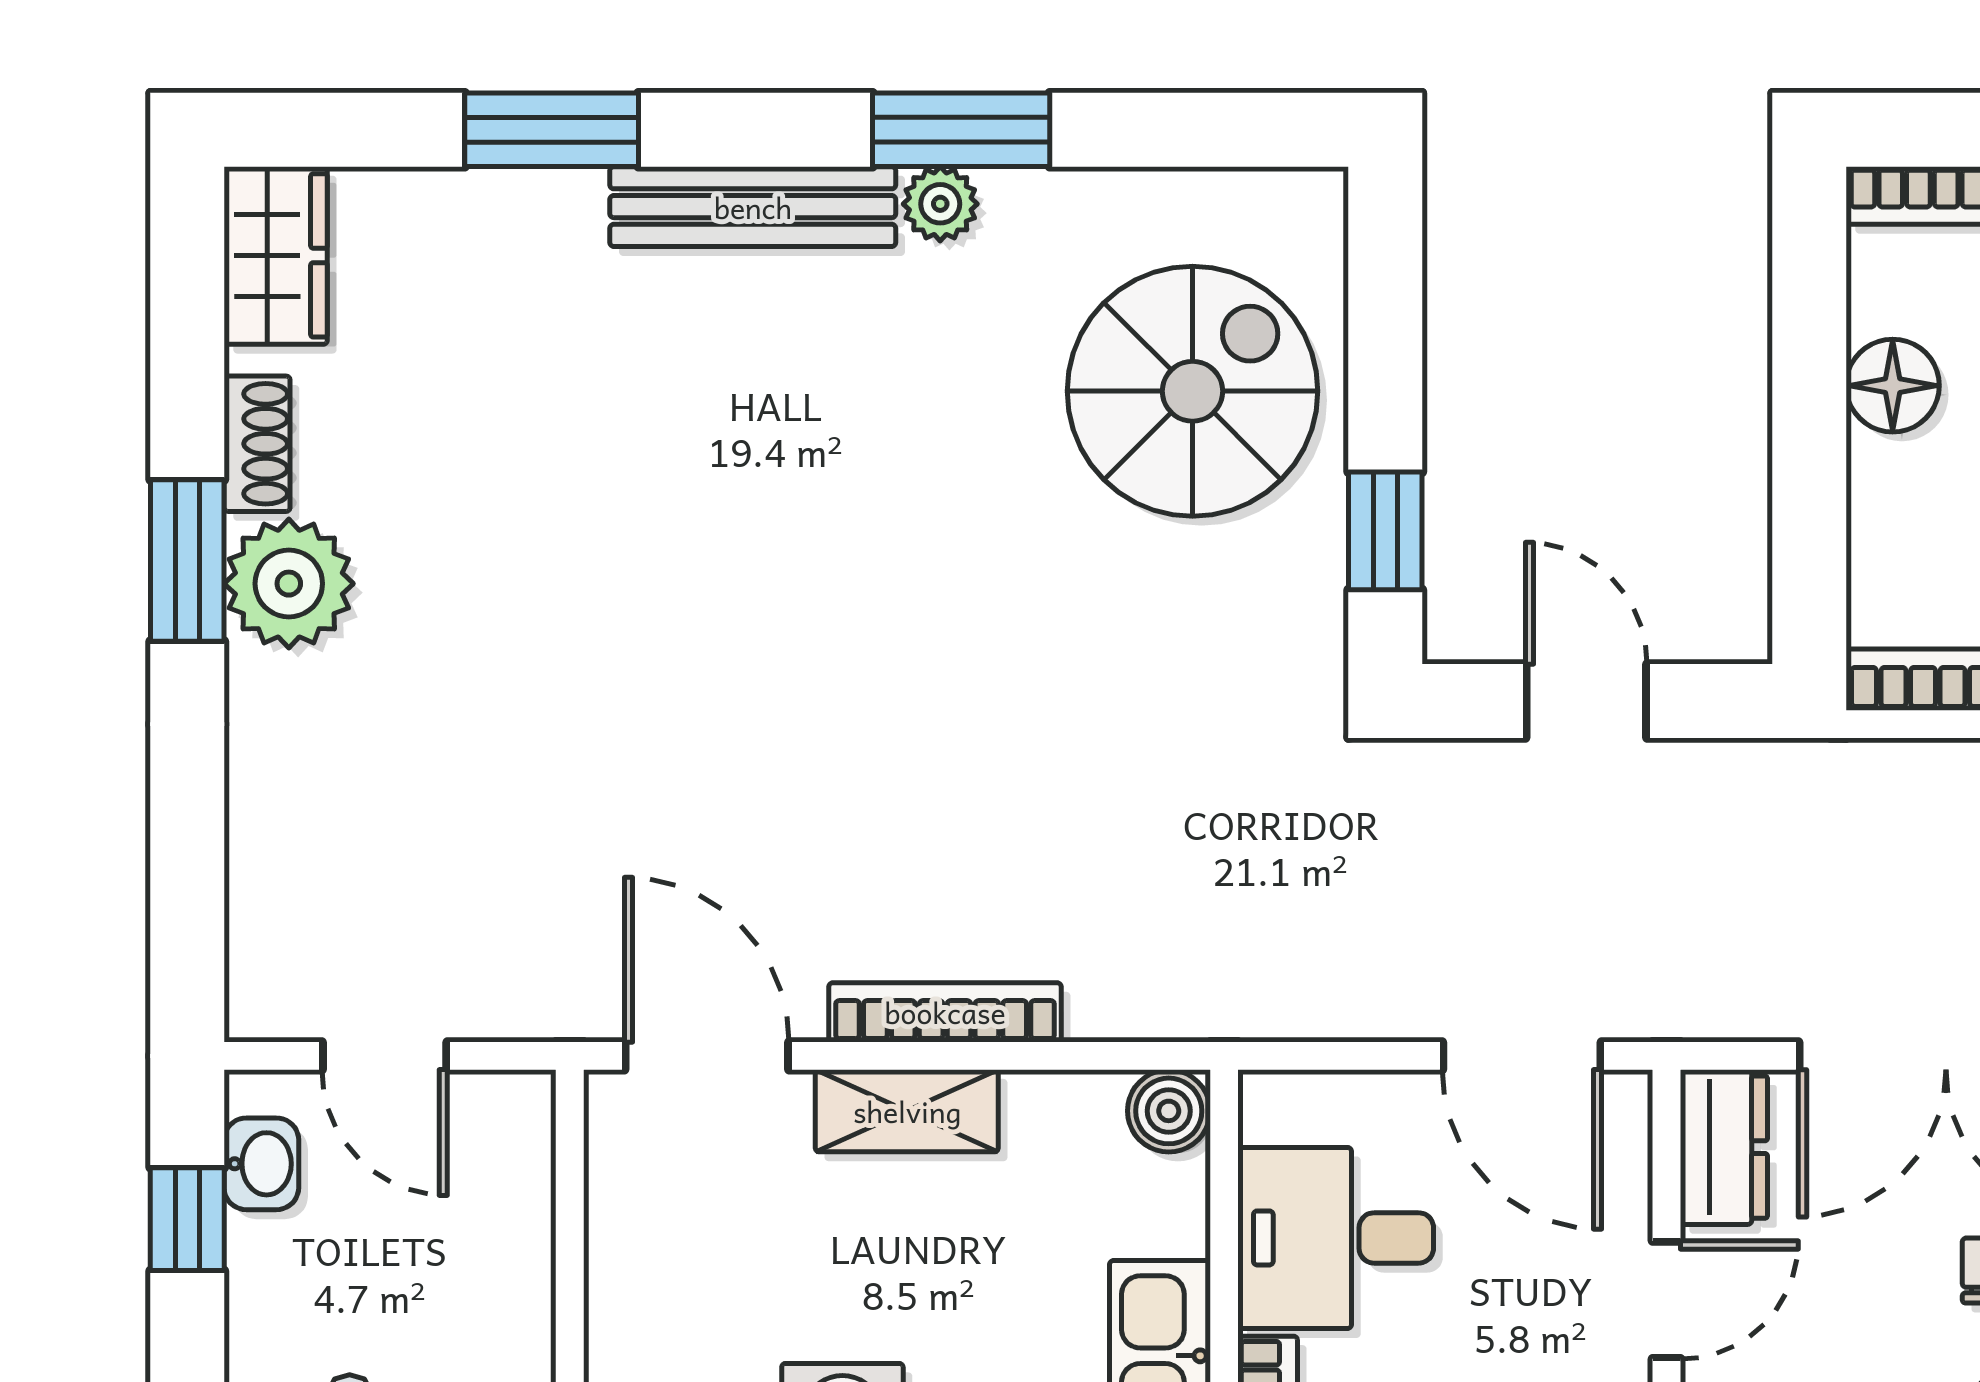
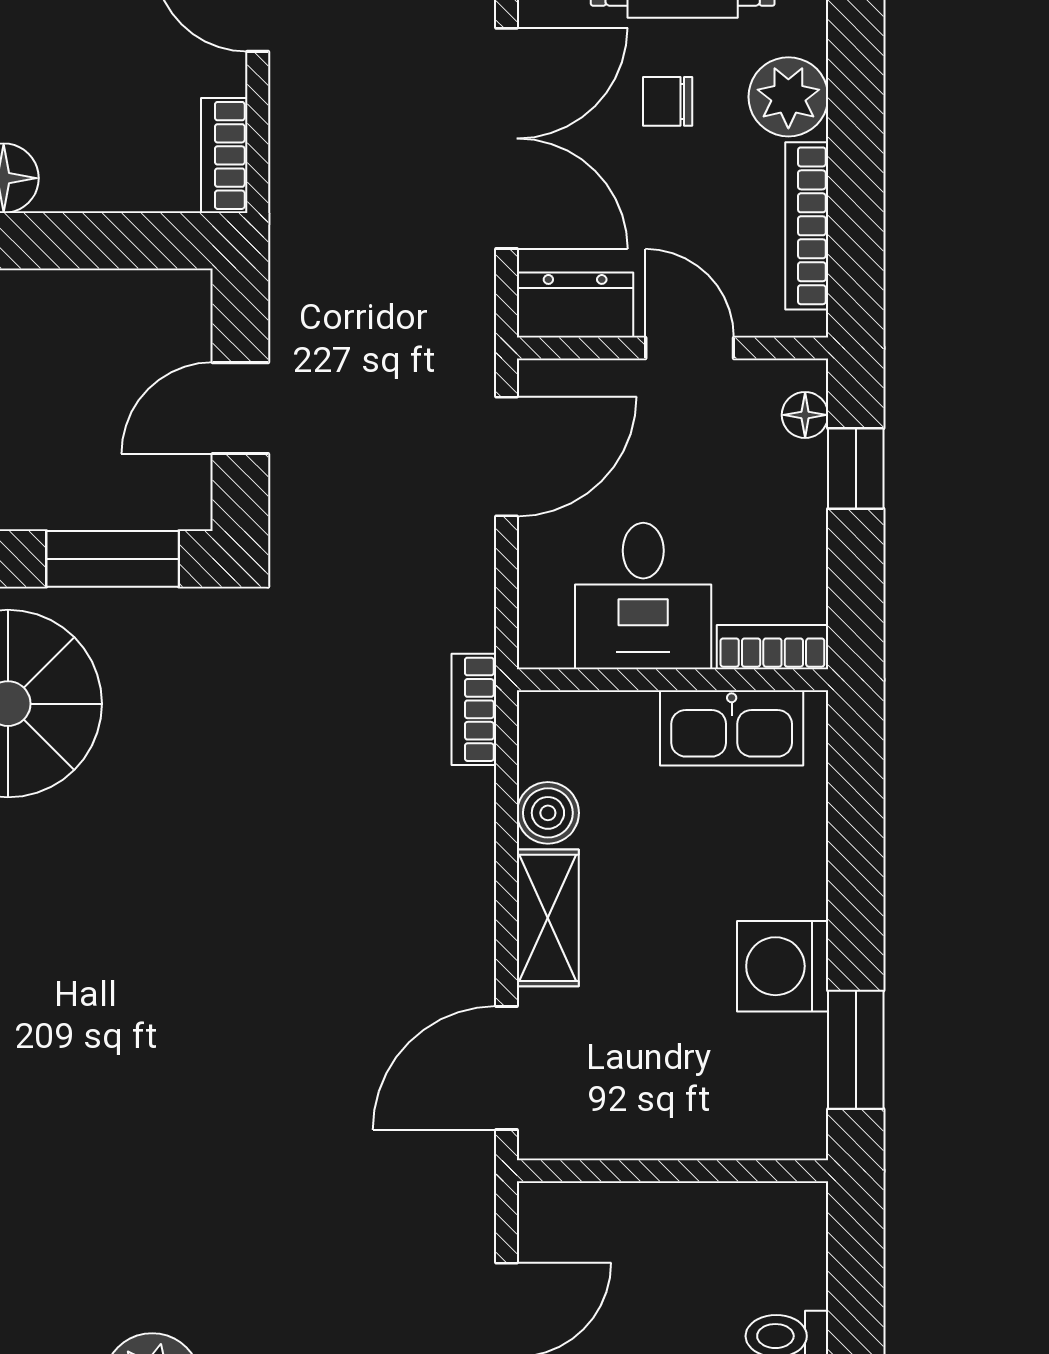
window: (1385, 531) -> (113, 559), width x1.50
bookcase: (945, 1012) -> (474, 709), moved, width x0.64
boiler: (1169, 1111) -> (548, 813), moved

